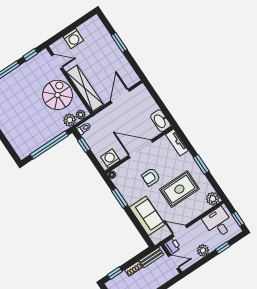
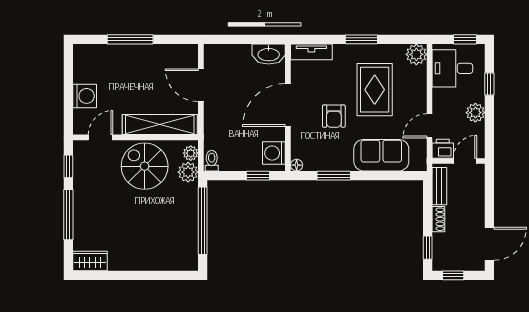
window: (119, 42) -> (130, 39), width x1.44
window: (84, 145) -> (258, 176), moved

